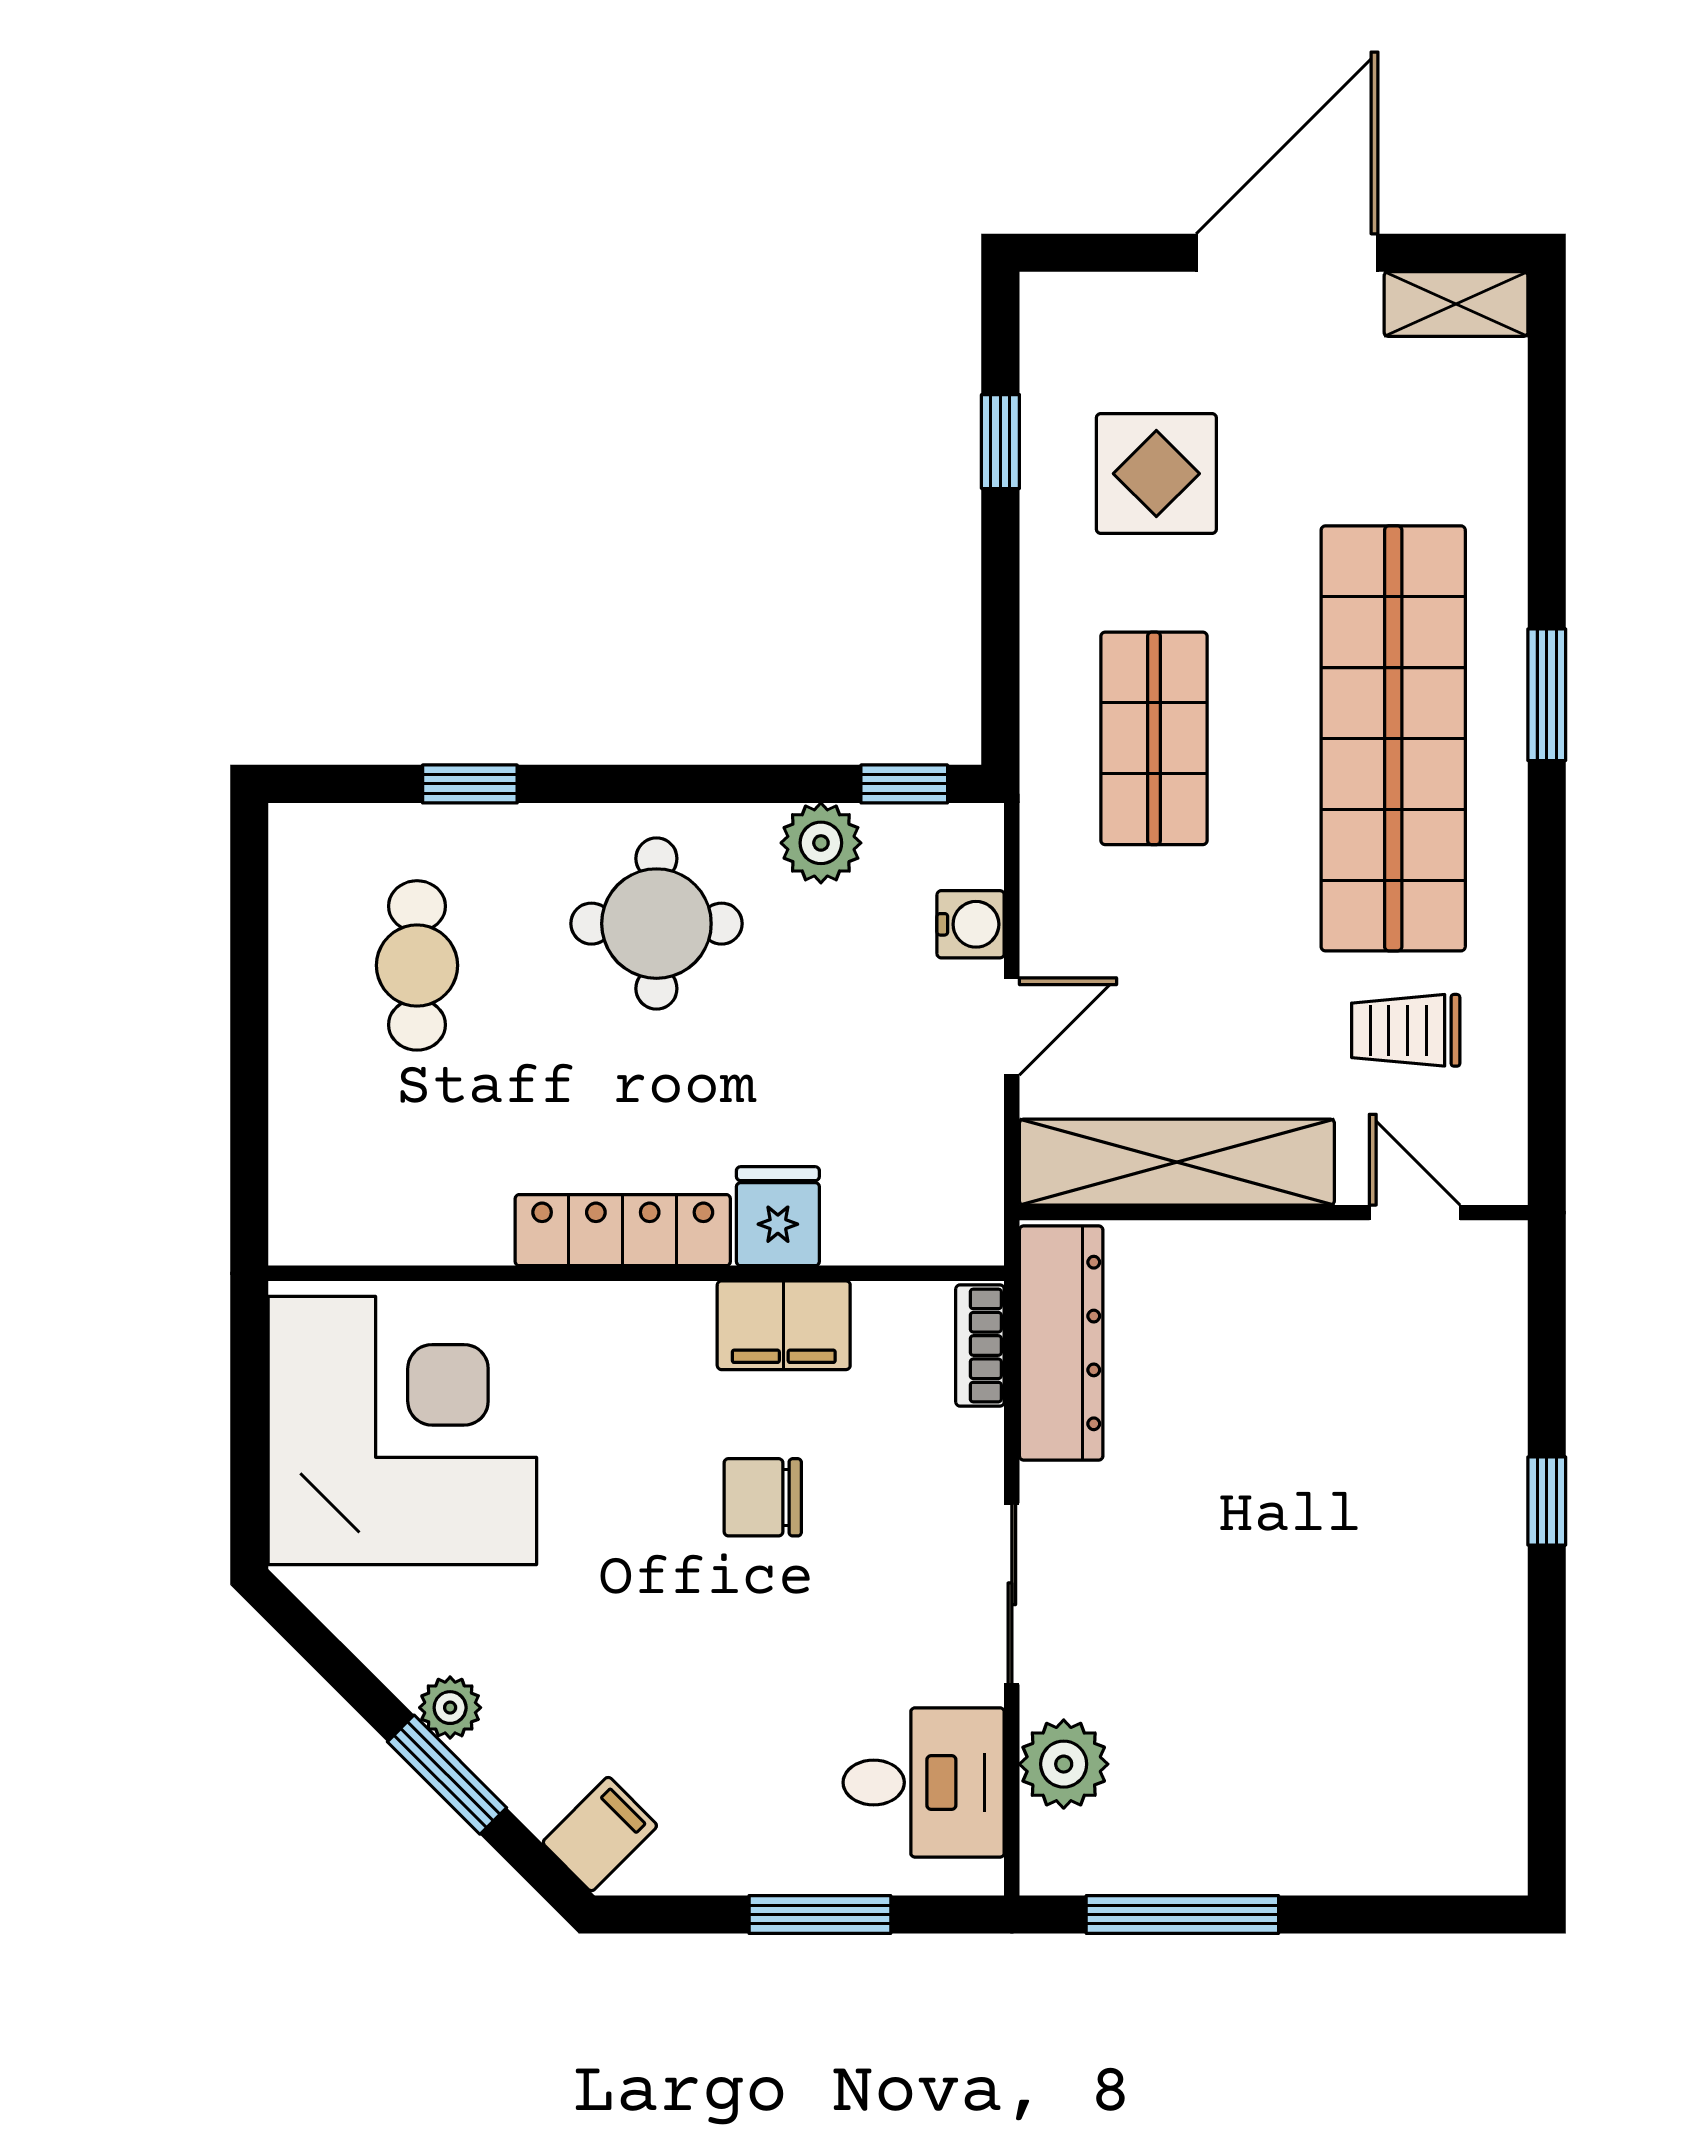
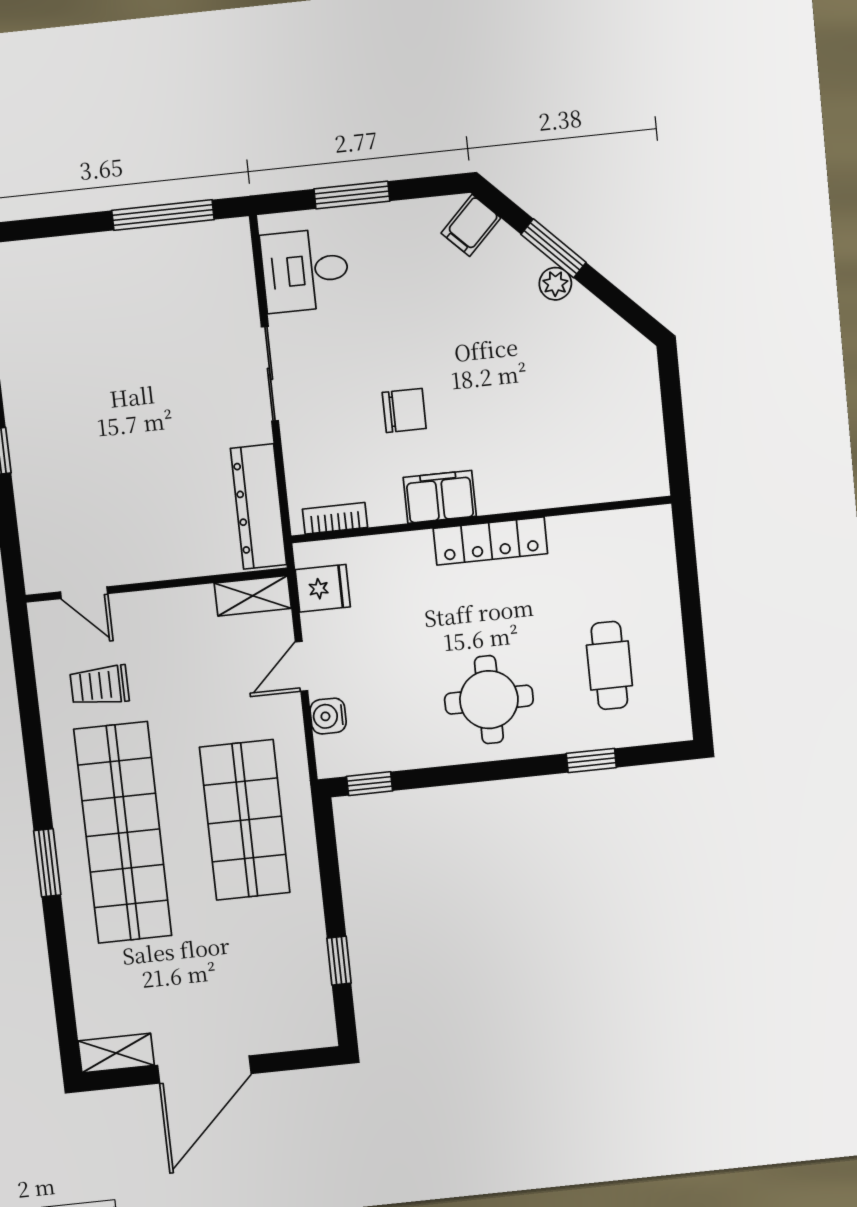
display table: (1156, 474) -> (258, 953), removed
shop shelf: (1154, 738) -> (245, 820), width x1.43, depth x1.36
plant: (821, 843) -> (409, 749), removed
trolley: (1406, 1030) -> (99, 685), turned 180
shelving: (1177, 1162) -> (253, 596), width x0.45, depth x0.75
fridge: (778, 1216) -> (323, 588), moved, turned -90
filing cabinet: (784, 1325) -> (440, 497), moved
bookcase: (980, 1345) -> (335, 518), moved, turned -90
corner desk: (402, 1430) -> (594, 426), removed
plant: (1064, 1764) -> (233, 288), removed

